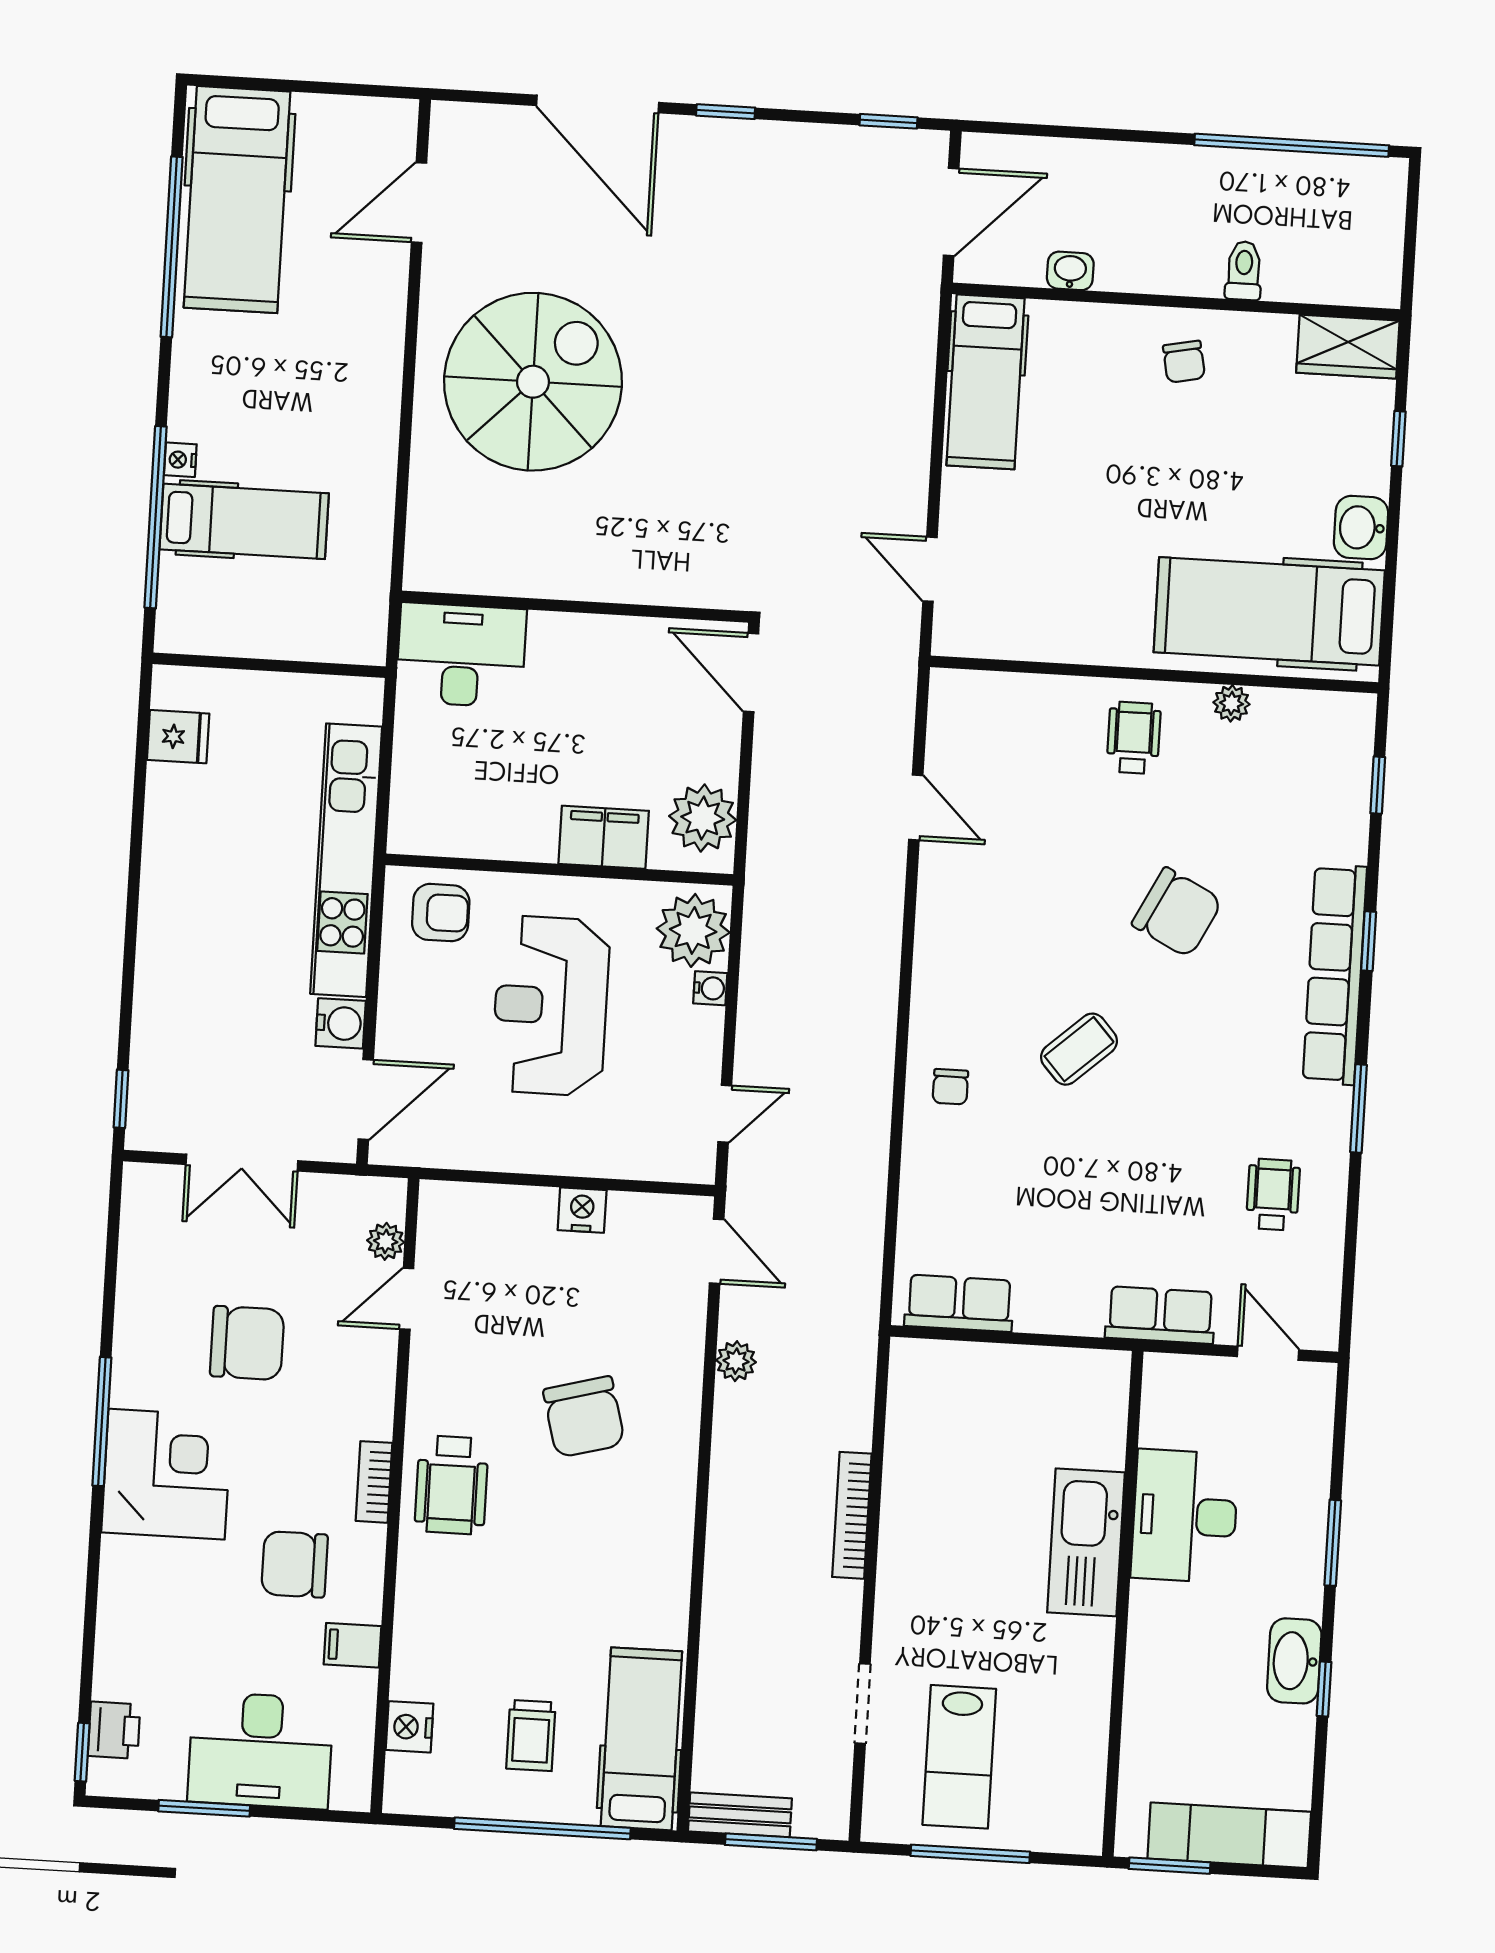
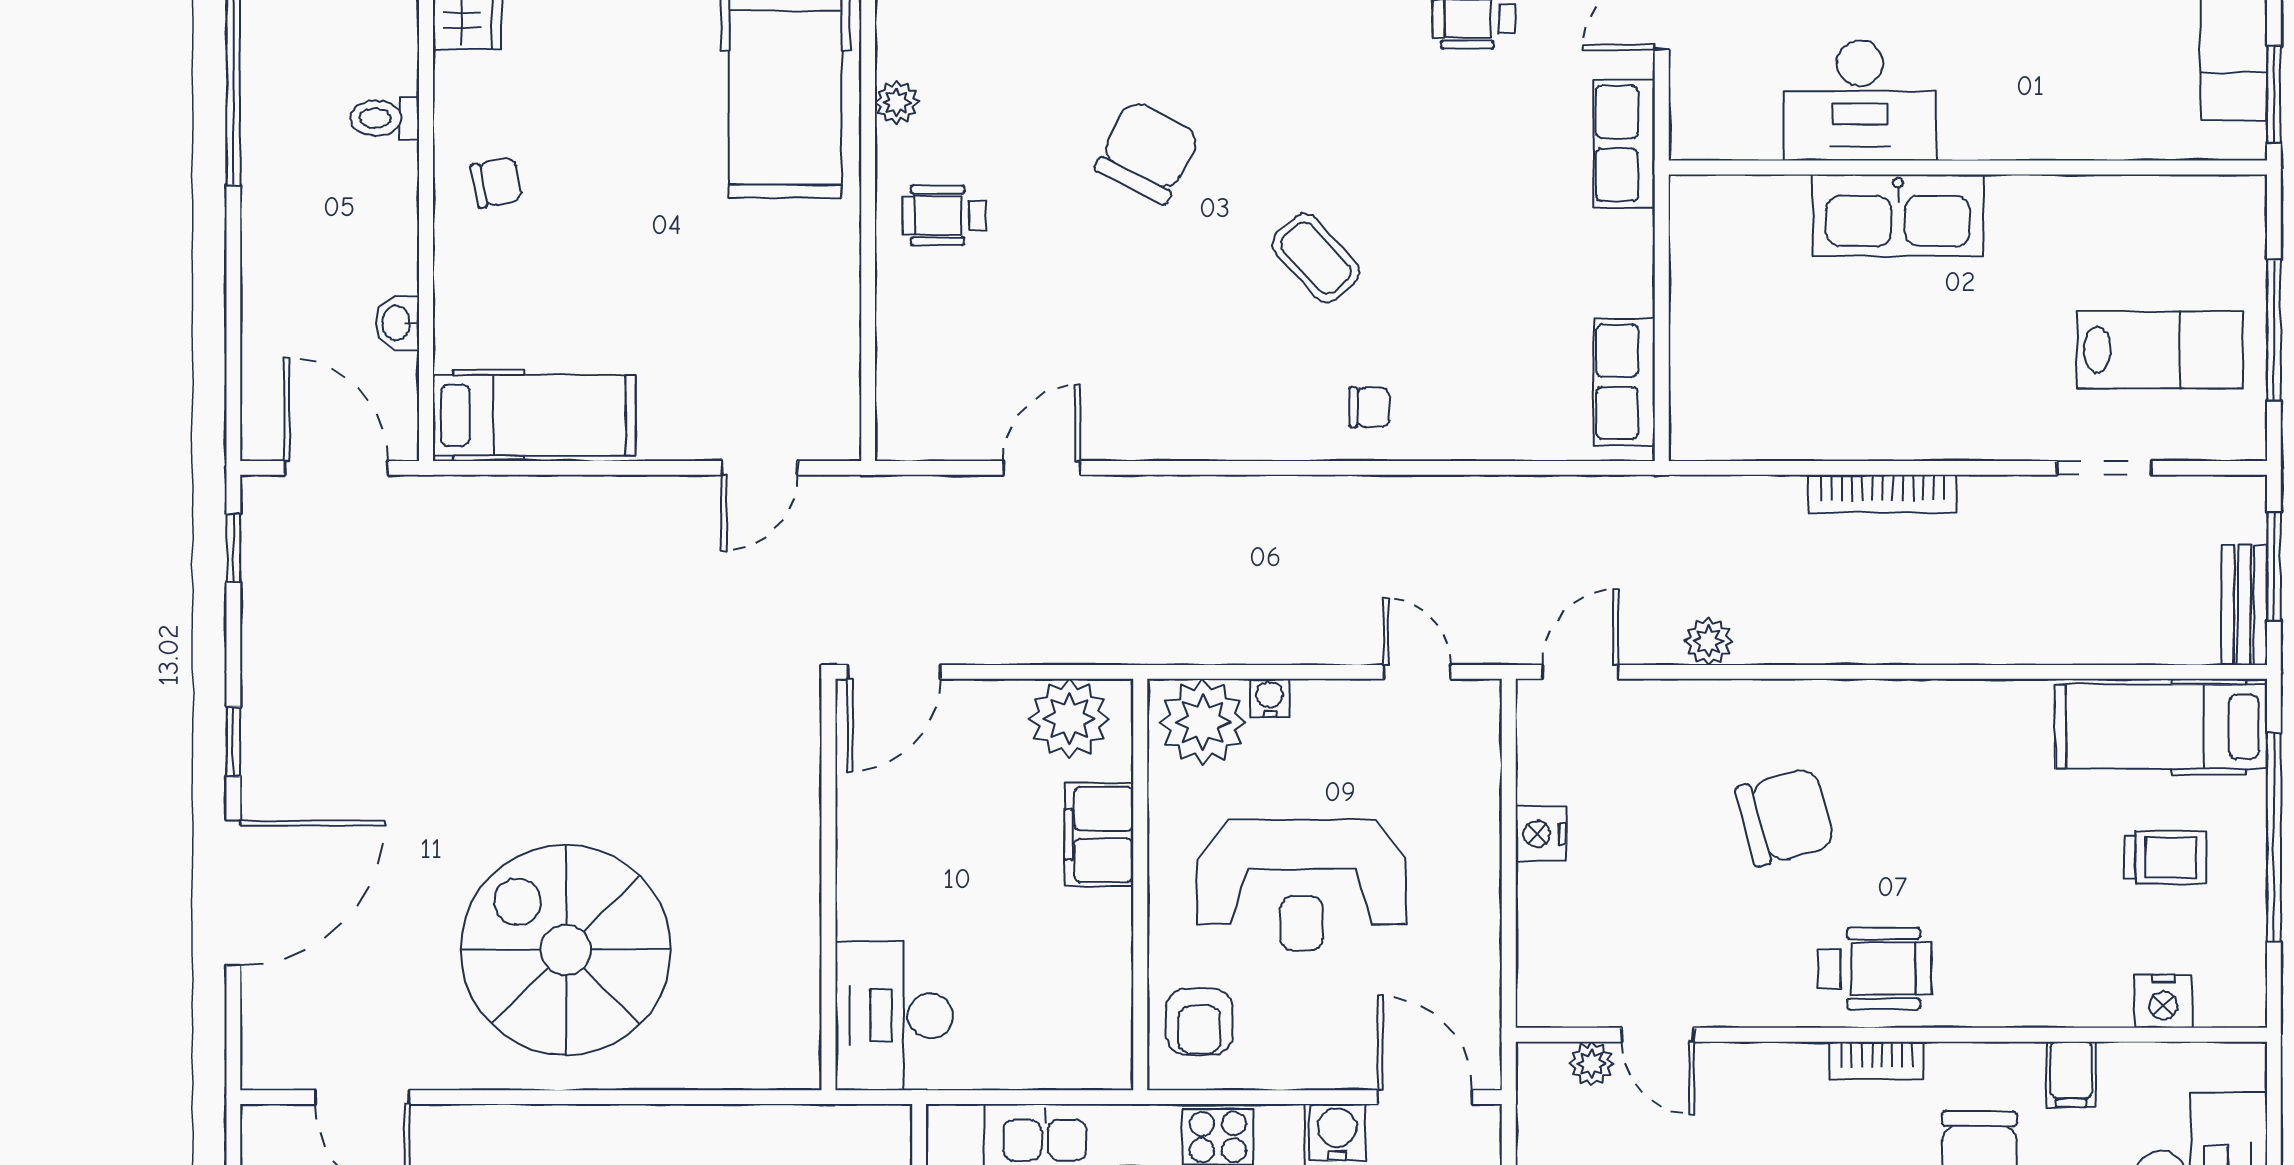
armchair: (441, 913) -> (1199, 1022), turned 180

